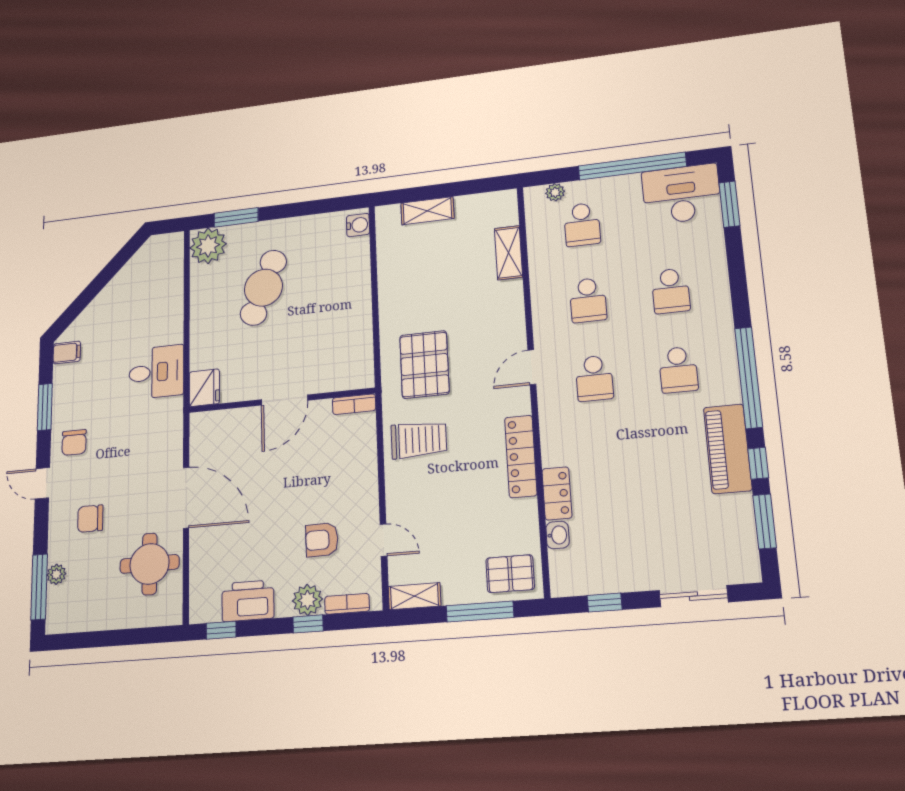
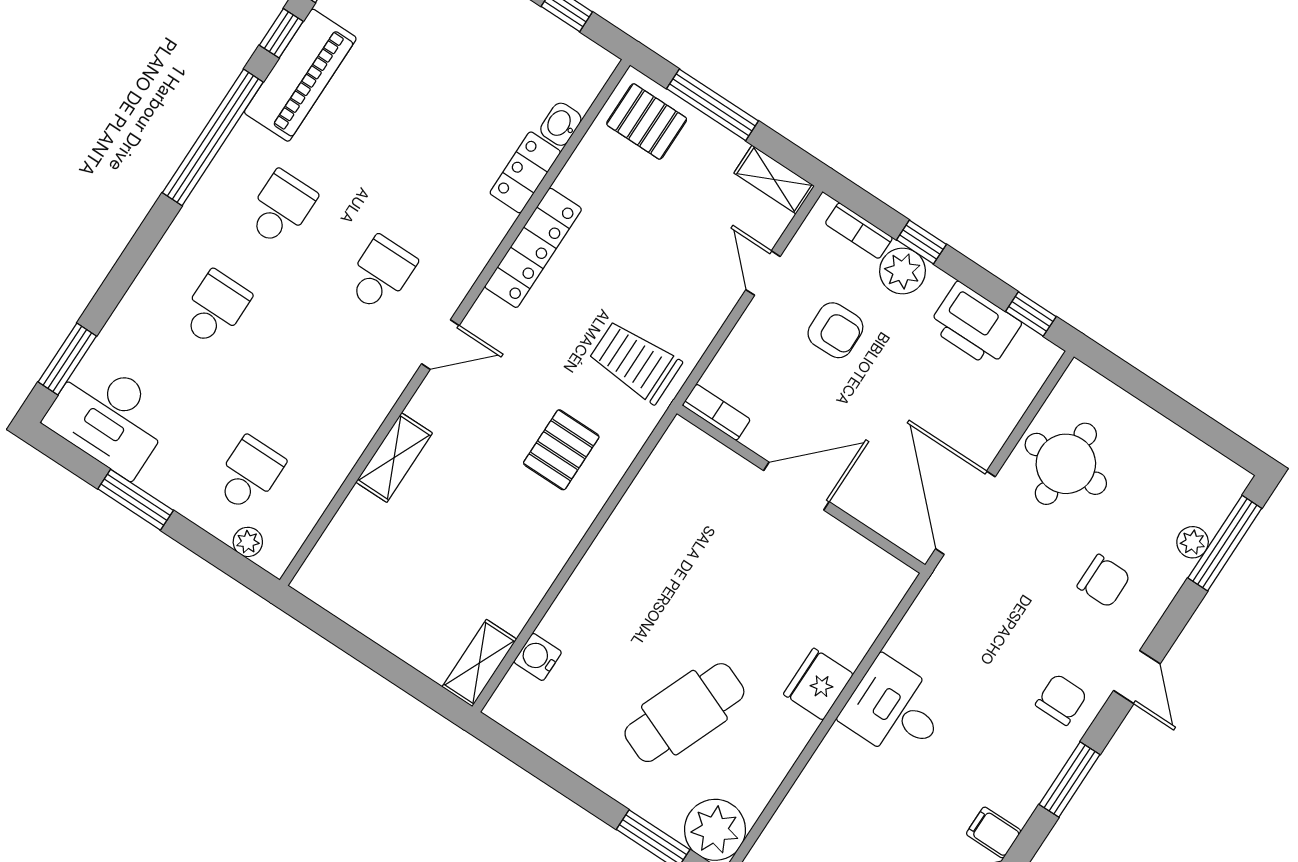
window: (632, 166) -> (136, 500), width x0.47
shelving: (427, 211) -> (479, 663), moved, turned 90
water cooler: (358, 225) -> (538, 657), moved
shelving: (508, 253) -> (394, 458), moved
school desk: (588, 300) -> (315, 374), removed
pallet: (424, 365) -> (561, 450), width x0.67, depth x0.71
fridge: (204, 388) -> (818, 684), moved
wall: (281, 400) -> (801, 489), moved
door: (284, 400) -> (796, 486), moved
bookcase: (354, 404) -> (716, 412), moved

